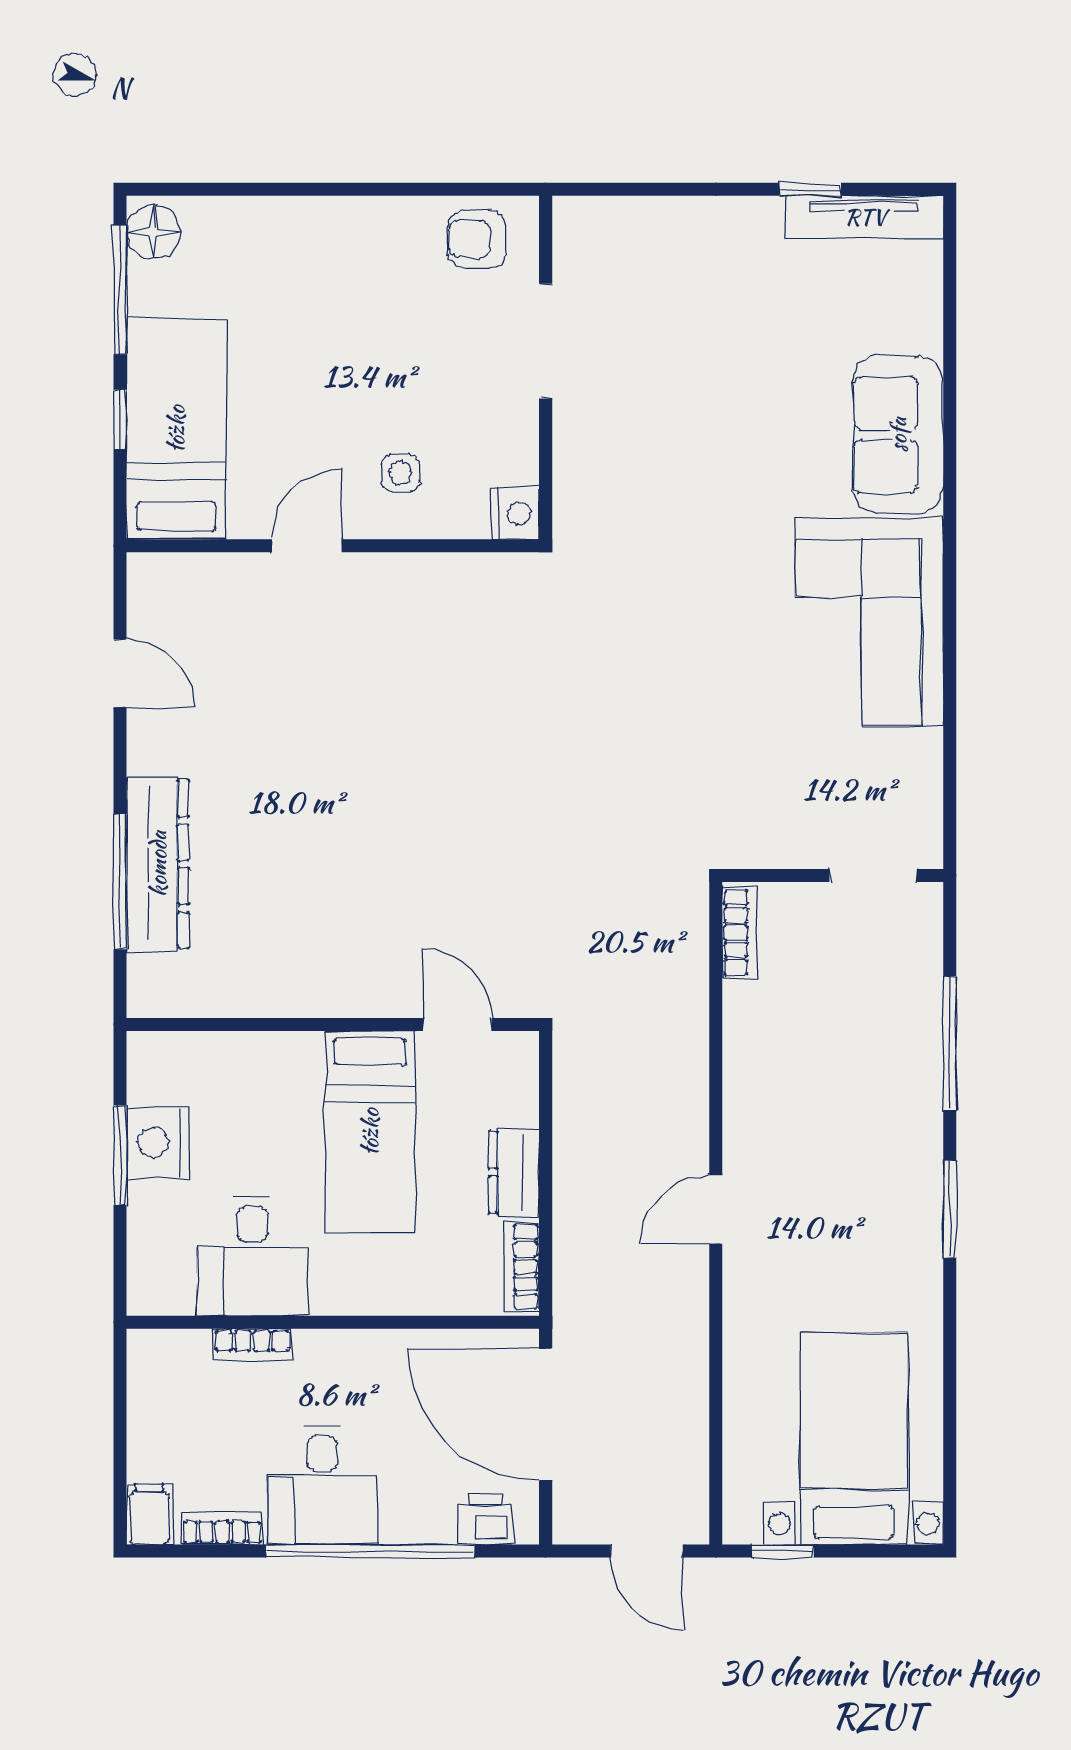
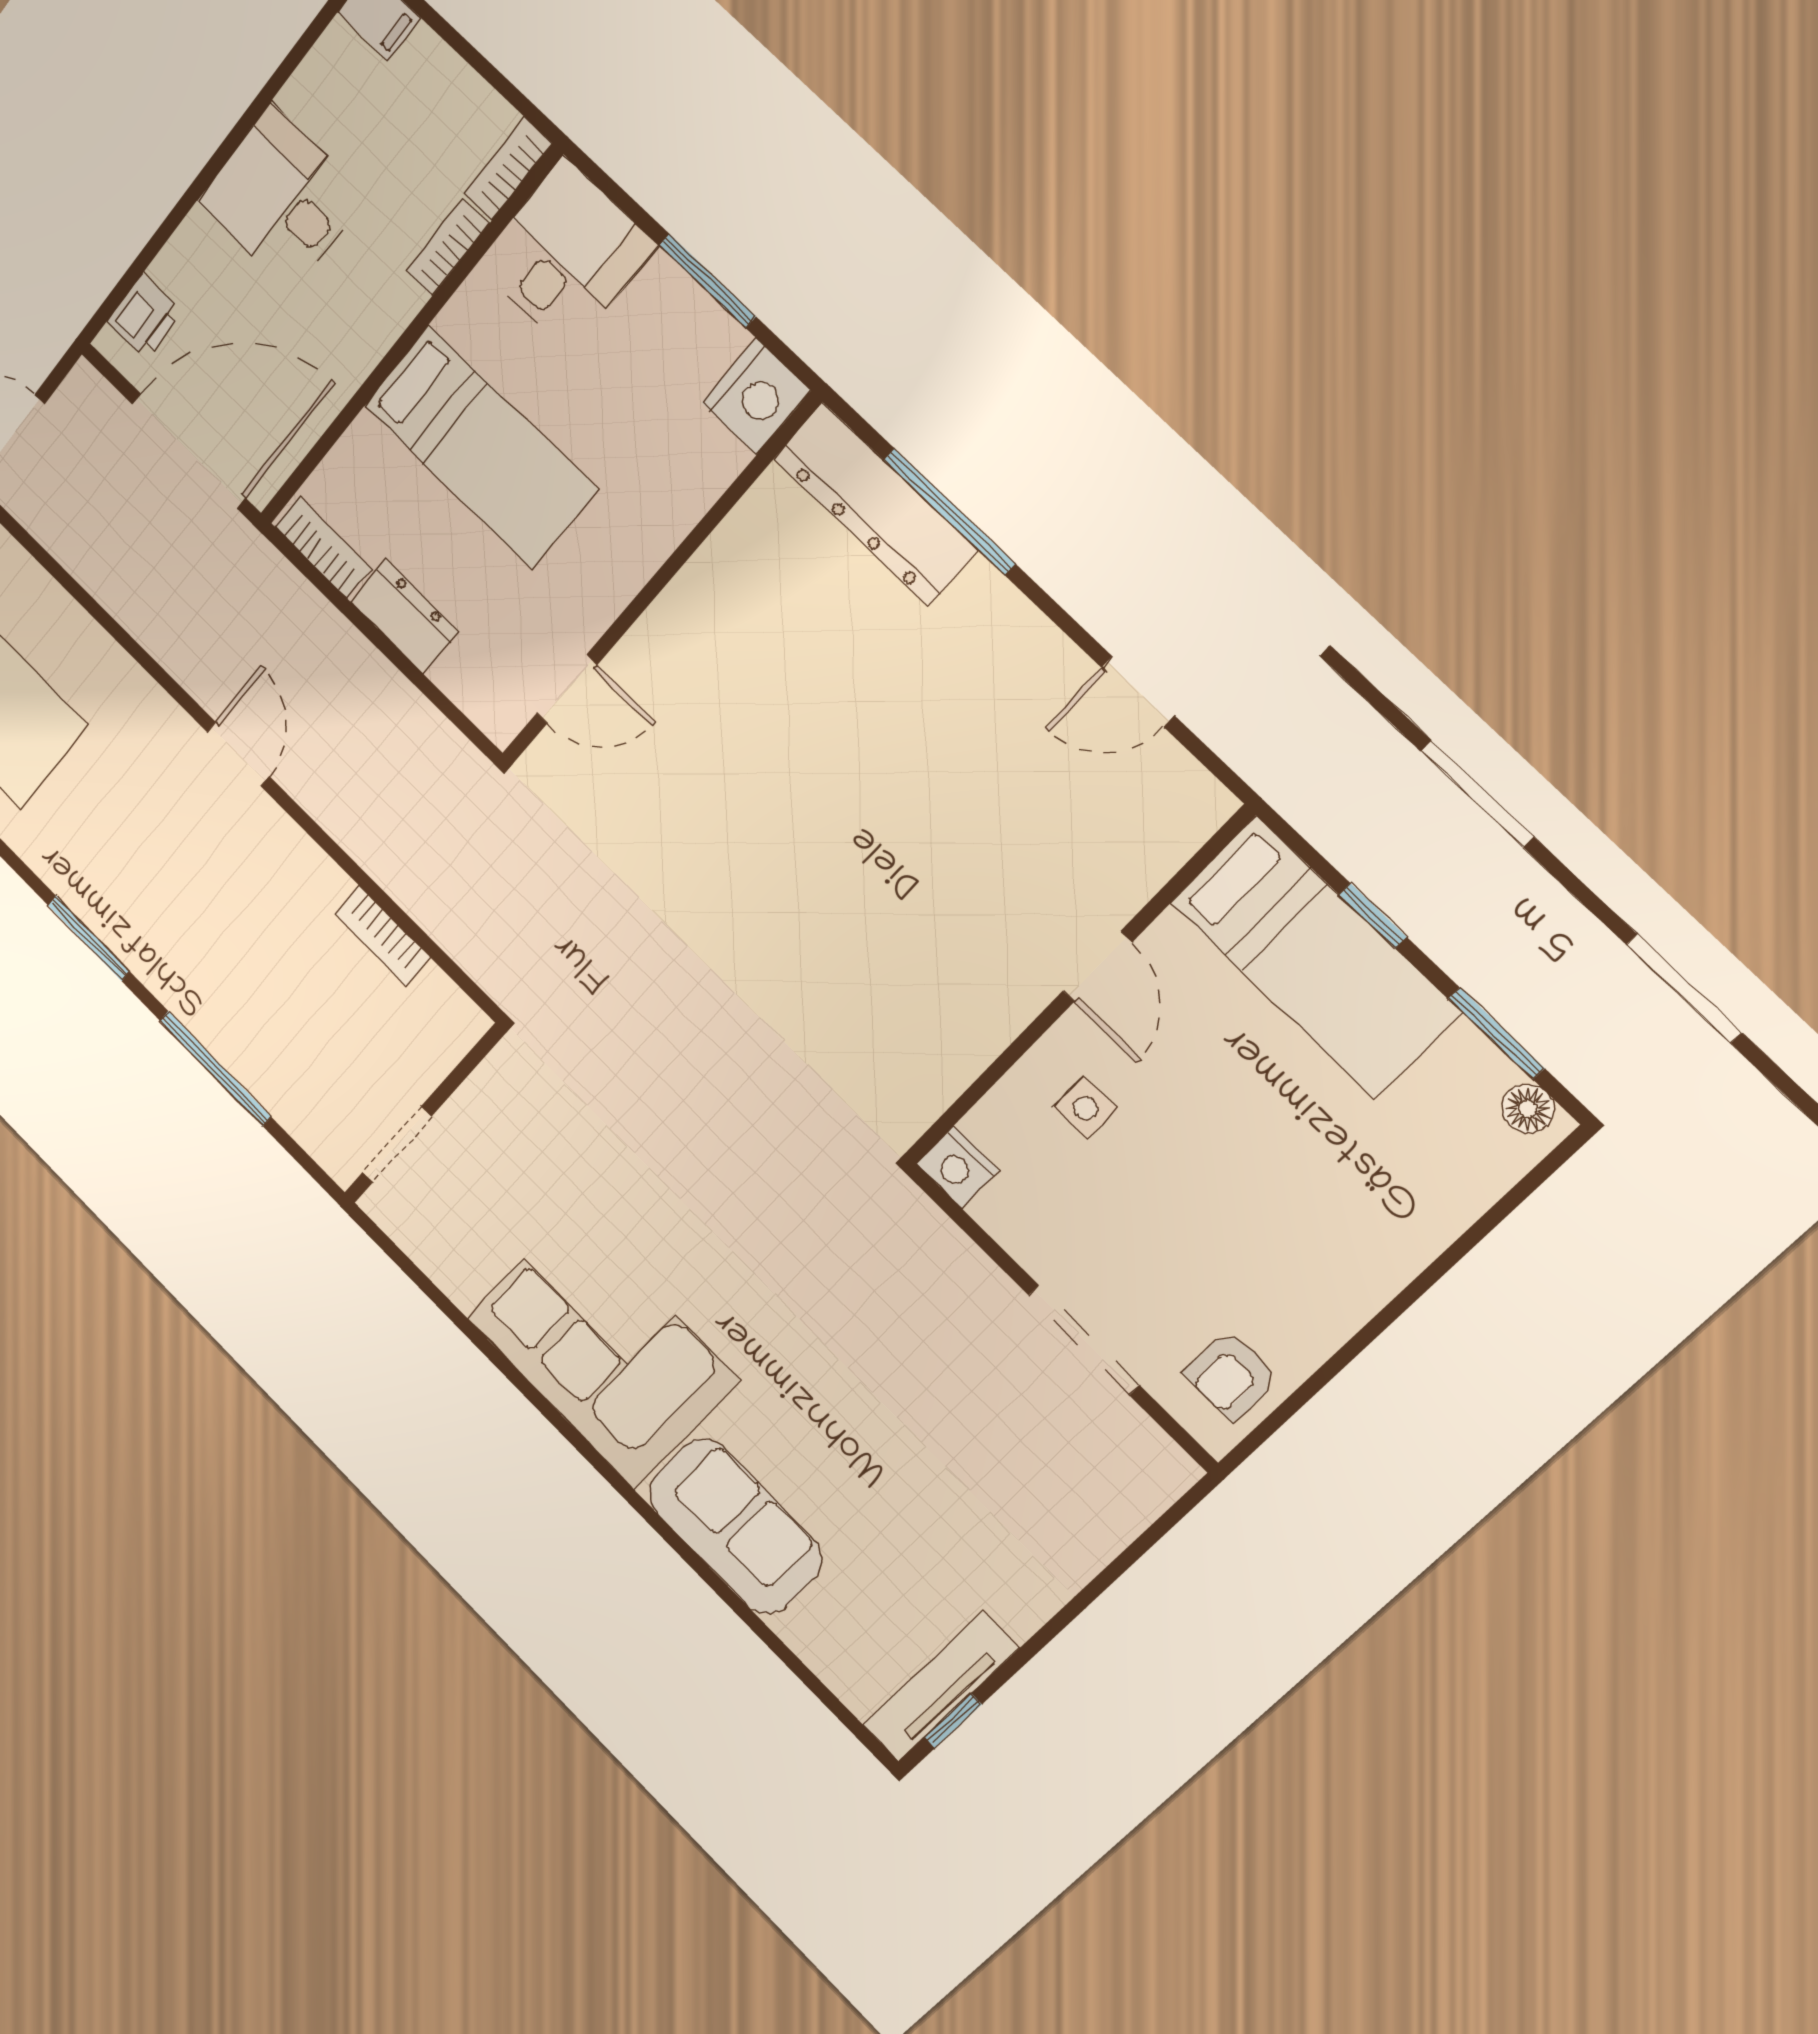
window: (810, 189) -> (953, 1721), moved
floor lamp: (153, 232) -> (1528, 1109), width x0.73, depth x0.73
armchair: (477, 239) -> (1231, 1375), turned 180
window: (120, 290) -> (1496, 1033), width x0.69
dresser: (158, 864) -> (875, 504), moved
bookcase: (740, 933) -> (382, 936), moved
bed: (370, 1132) -> (480, 447), moved, turned 180
nightstand: (158, 1142) -> (756, 397), moved, turned 90
desk: (252, 1256) -> (567, 255), moved, turned 90
bookcase: (222, 1528) -> (508, 169), moved, turned 180
window: (370, 1551) -> (196, 190), removed

